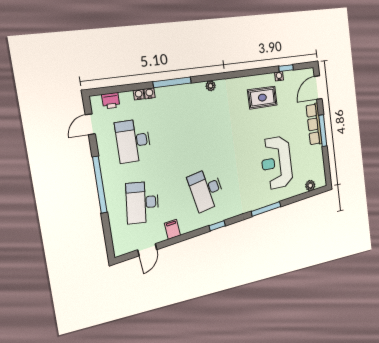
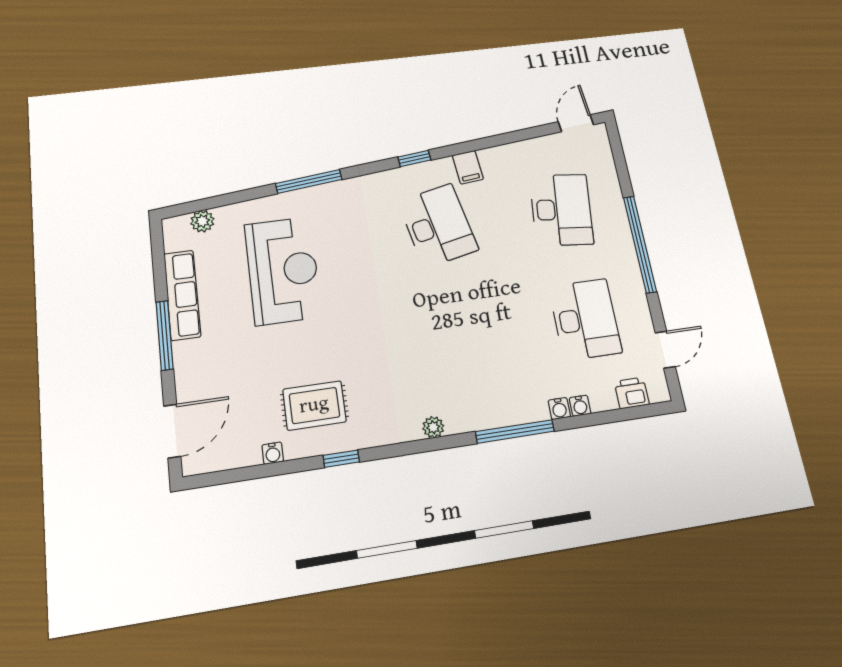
window: (286, 68) -> (341, 459), moved
row of seats: (314, 124) -> (182, 295), moved
filing cabinet: (172, 229) -> (468, 167), moved
door: (147, 250) -> (576, 123), moved

